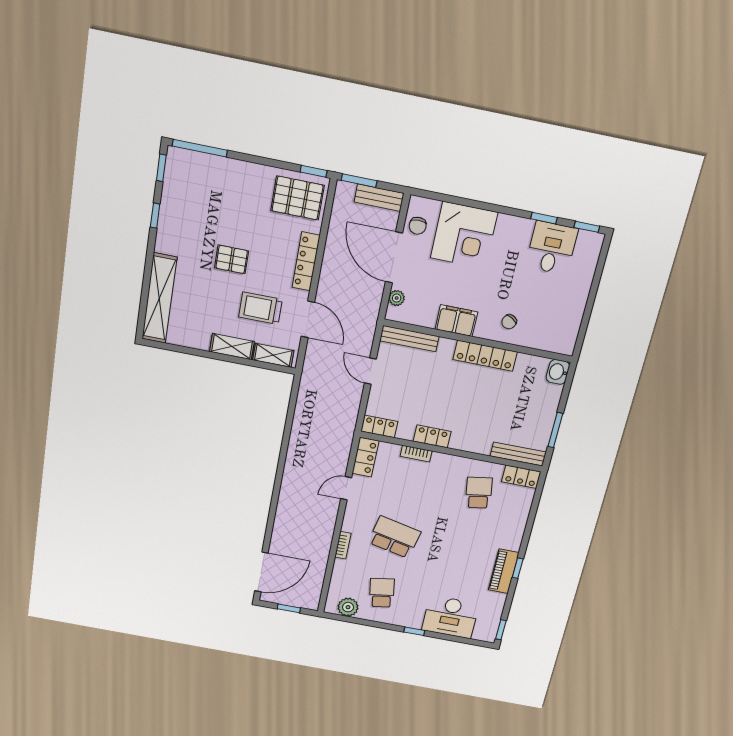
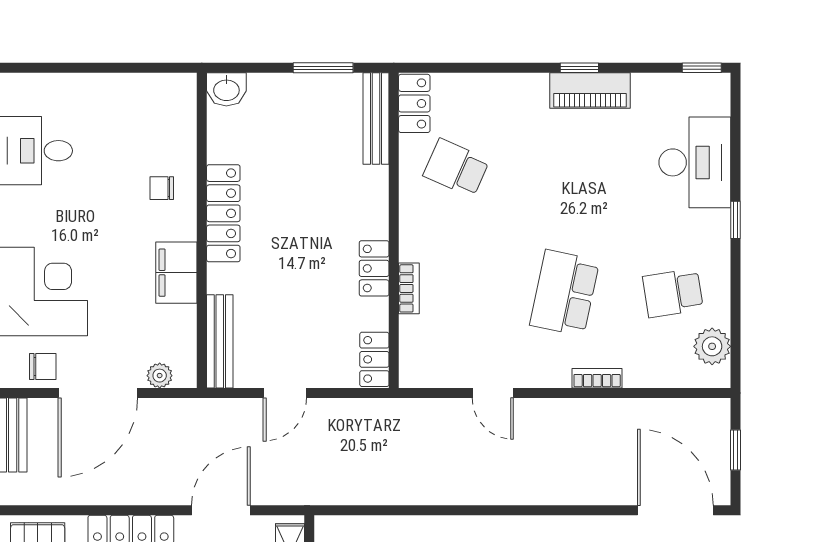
chair: (509, 322) -> (162, 188), turned 150
locker: (365, 457) -> (432, 371), removed
school desk: (479, 493) -> (456, 168), turned 33

